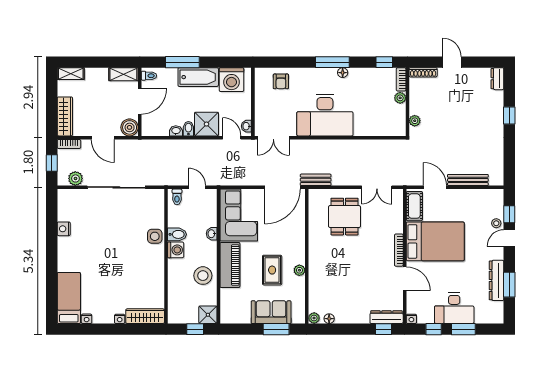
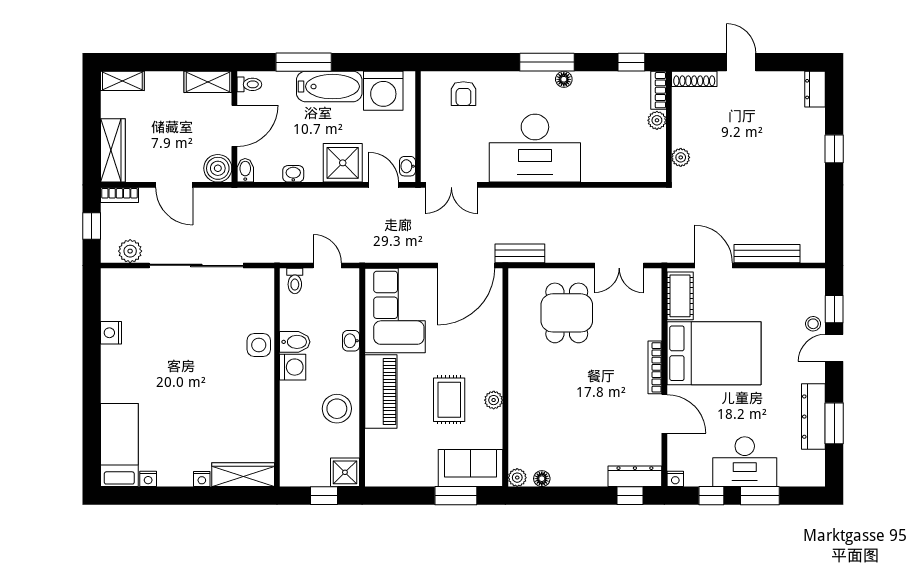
bidet: (188, 129) -> (245, 170), moved
sofa: (271, 312) -> (470, 468), moved

